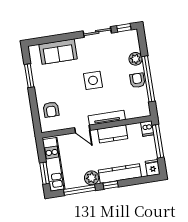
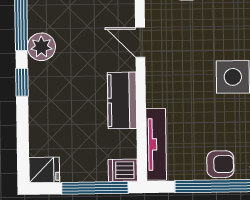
tv unit: (107, 118) -> (156, 144), moved
door: (82, 129) -> (140, 42), hinge flipped
kitchen counter: (120, 174) -> (42, 104), removed

